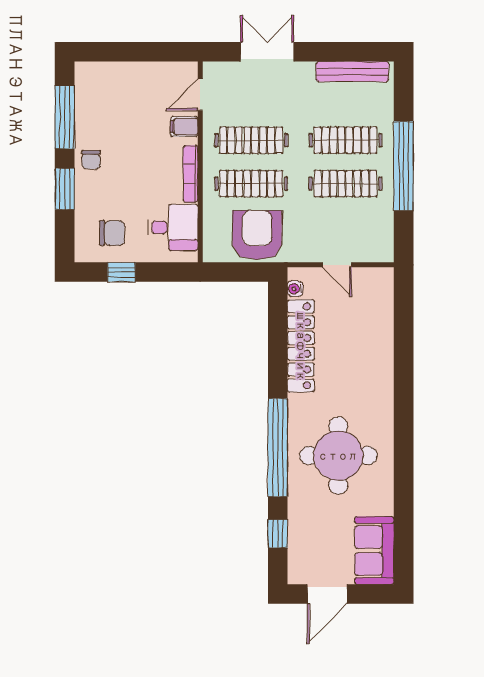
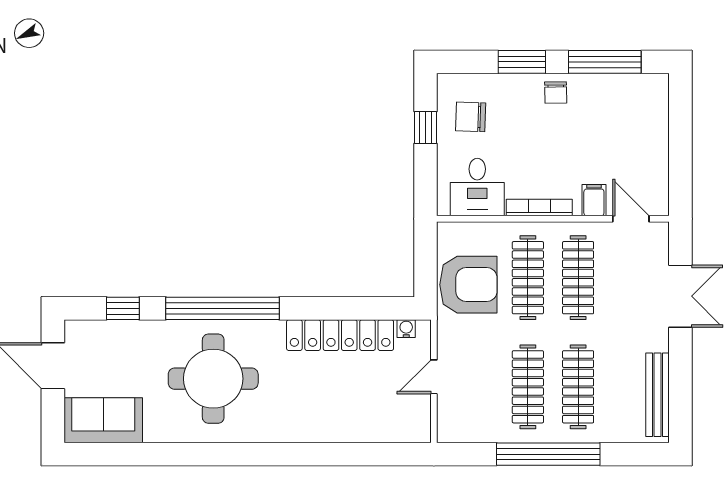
chair: (91, 160) -> (556, 92), turned -91
chair: (112, 233) -> (471, 117), turned 92

